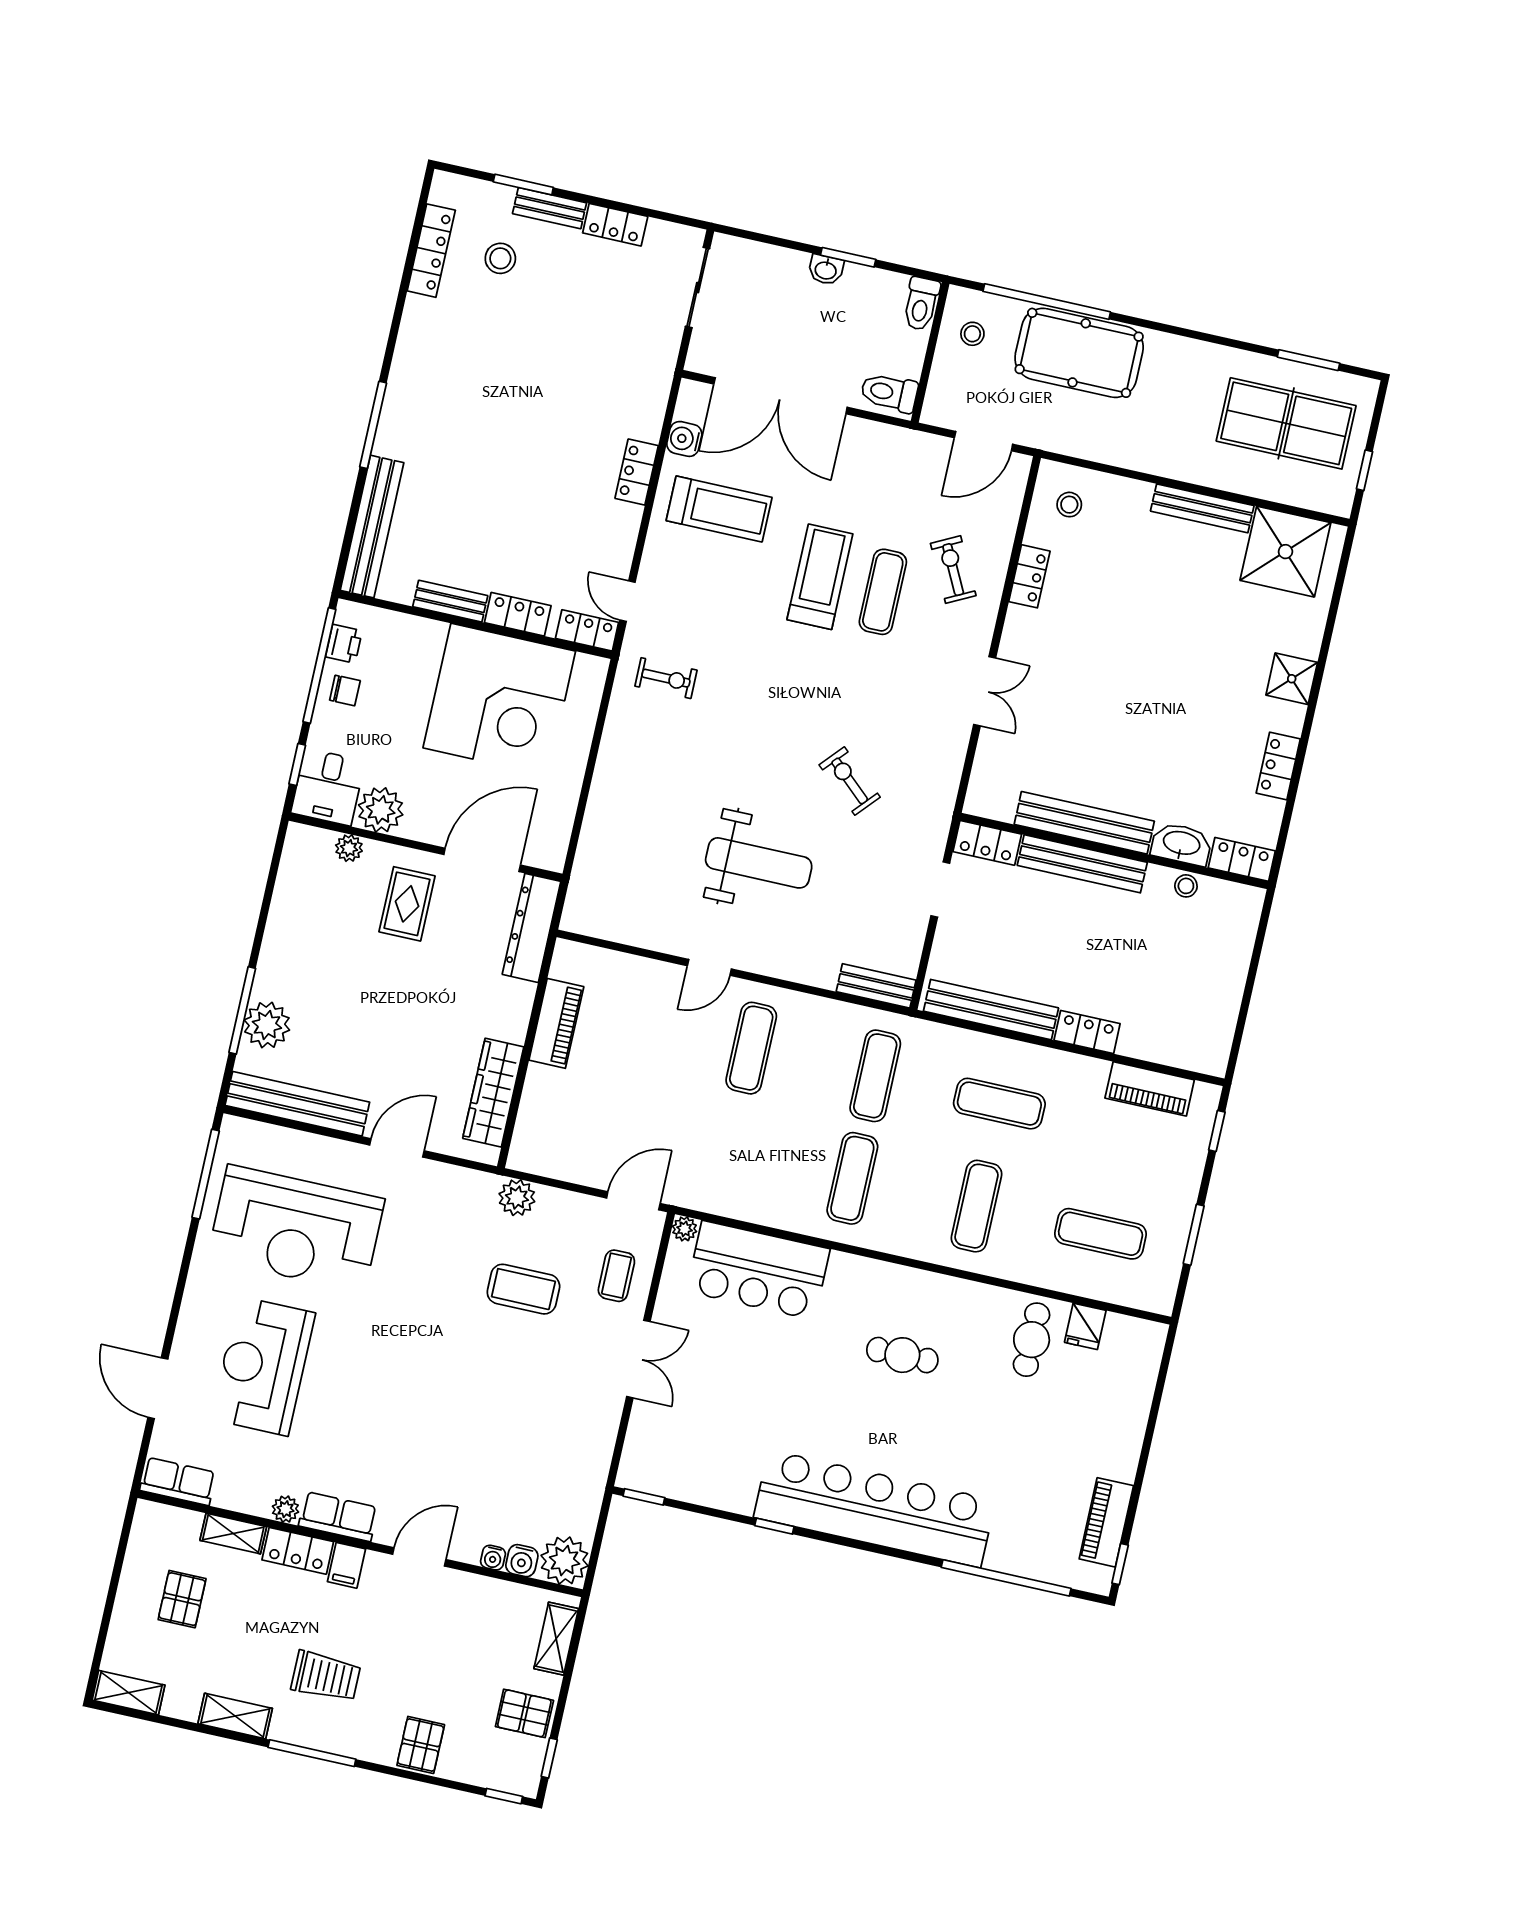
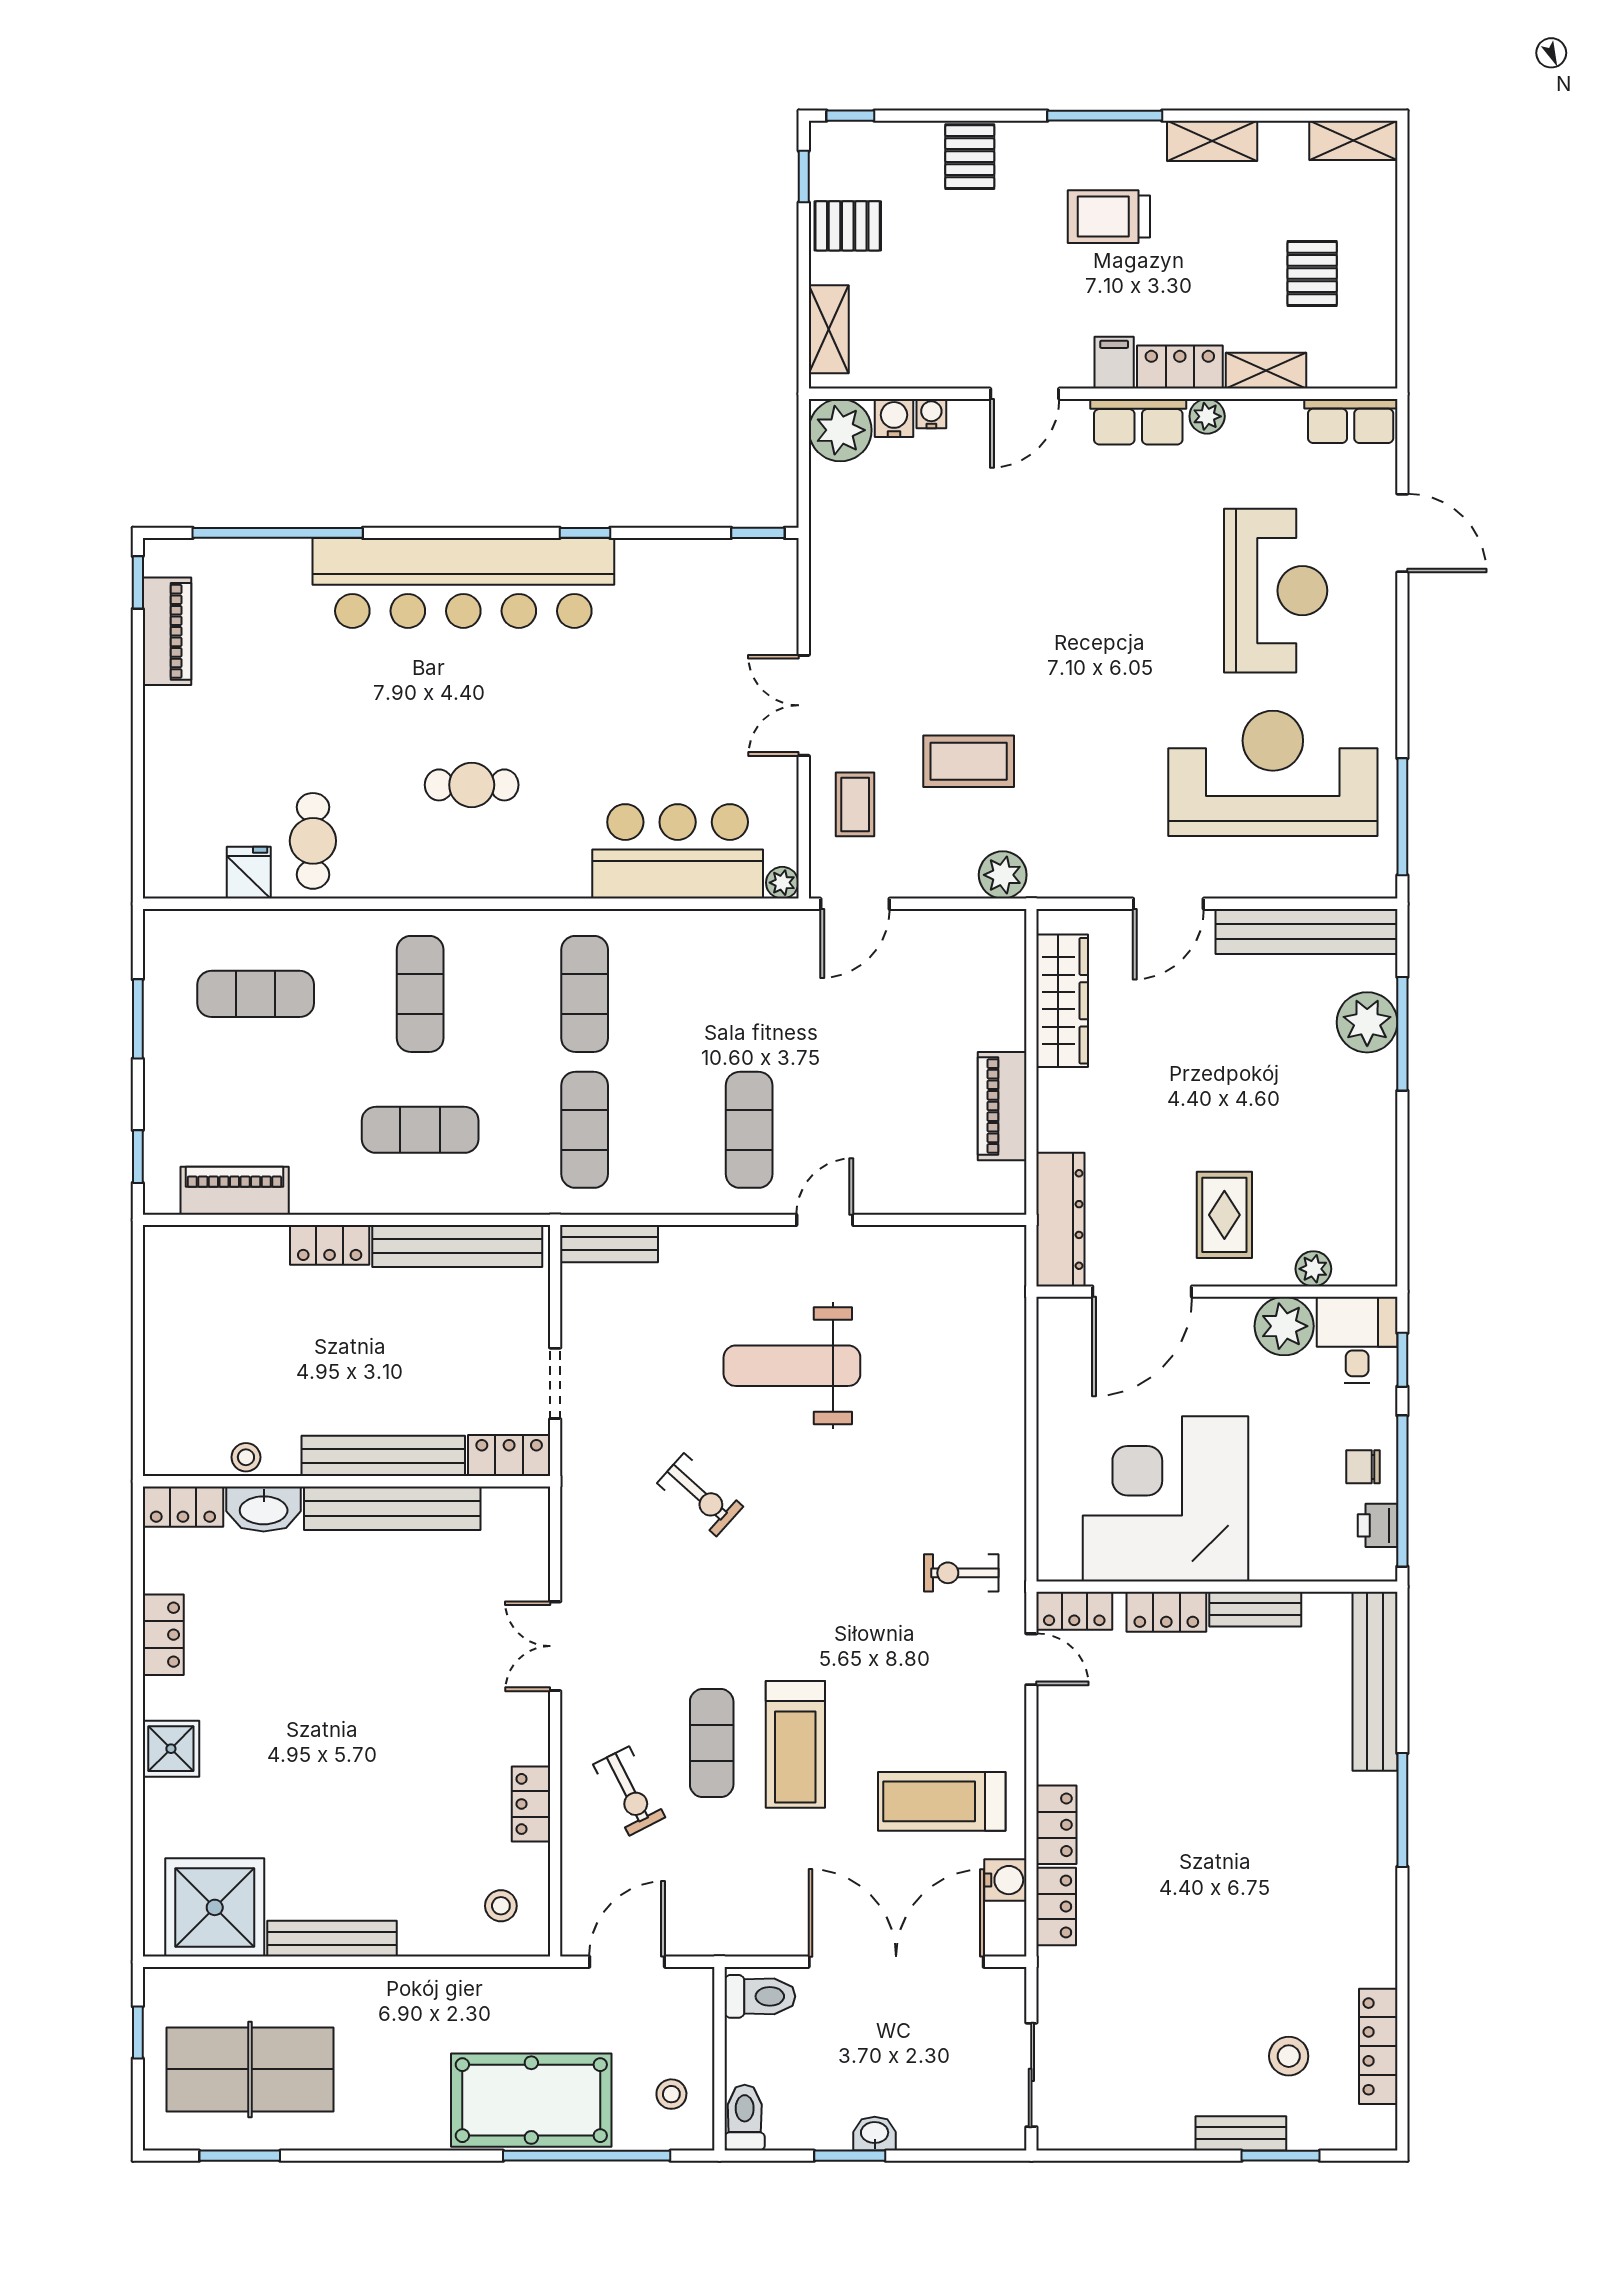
locker: (615, 225) -> (1056, 1907), moved, turned 90

